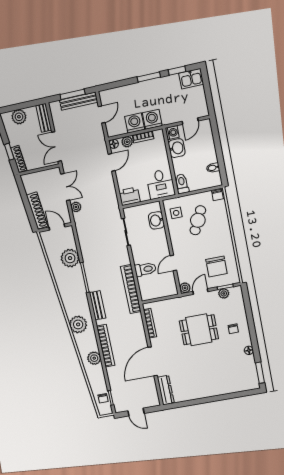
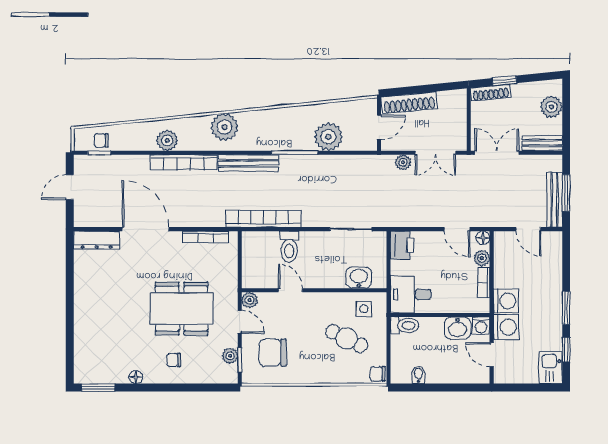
washing machine: (135, 123) -> (506, 327), moved
bench: (98, 305) -> (248, 163), width x1.36
dining table: (199, 330) -> (182, 308), width x1.37

